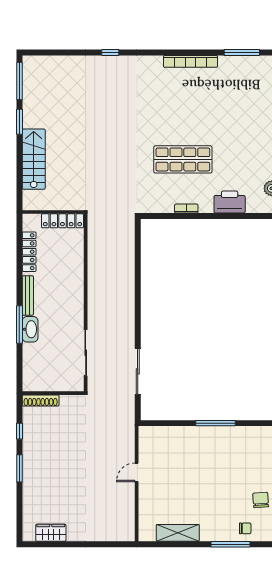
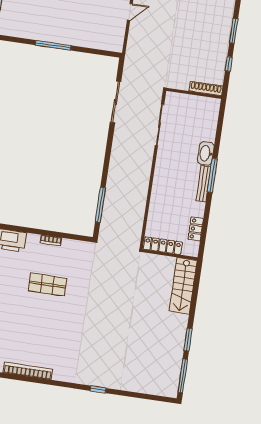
stairs: (34, 159) -> (183, 286), moved
shop shelf: (183, 159) -> (47, 285), width x0.70, depth x0.74
locker: (29, 252) -> (196, 229), width x0.66
window: (138, 256) -> (100, 205), added
window: (19, 325) -> (212, 175), moved

